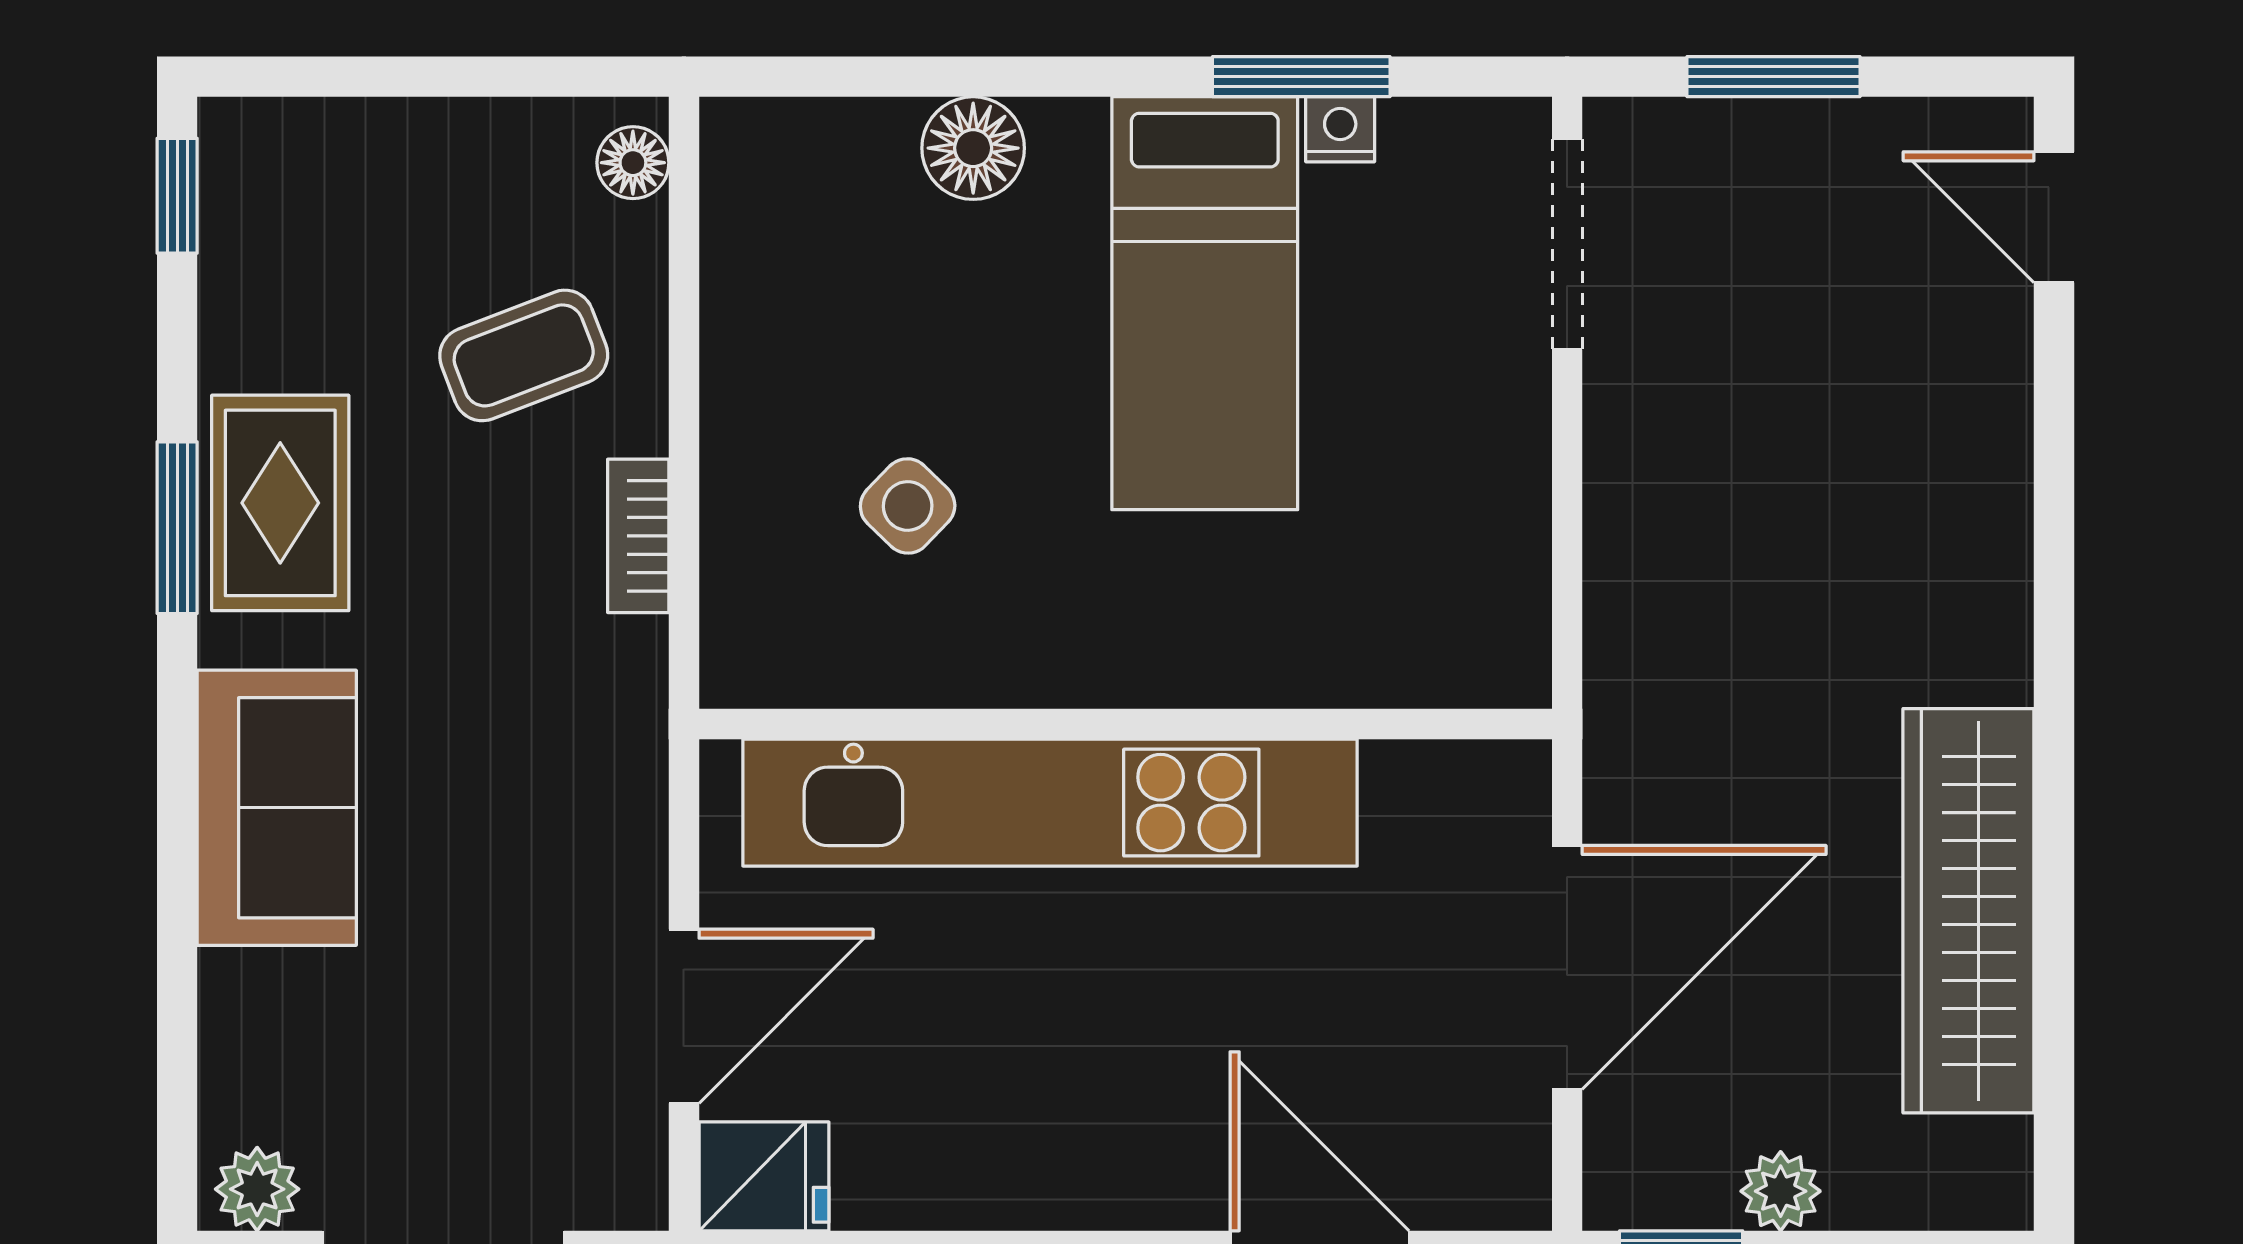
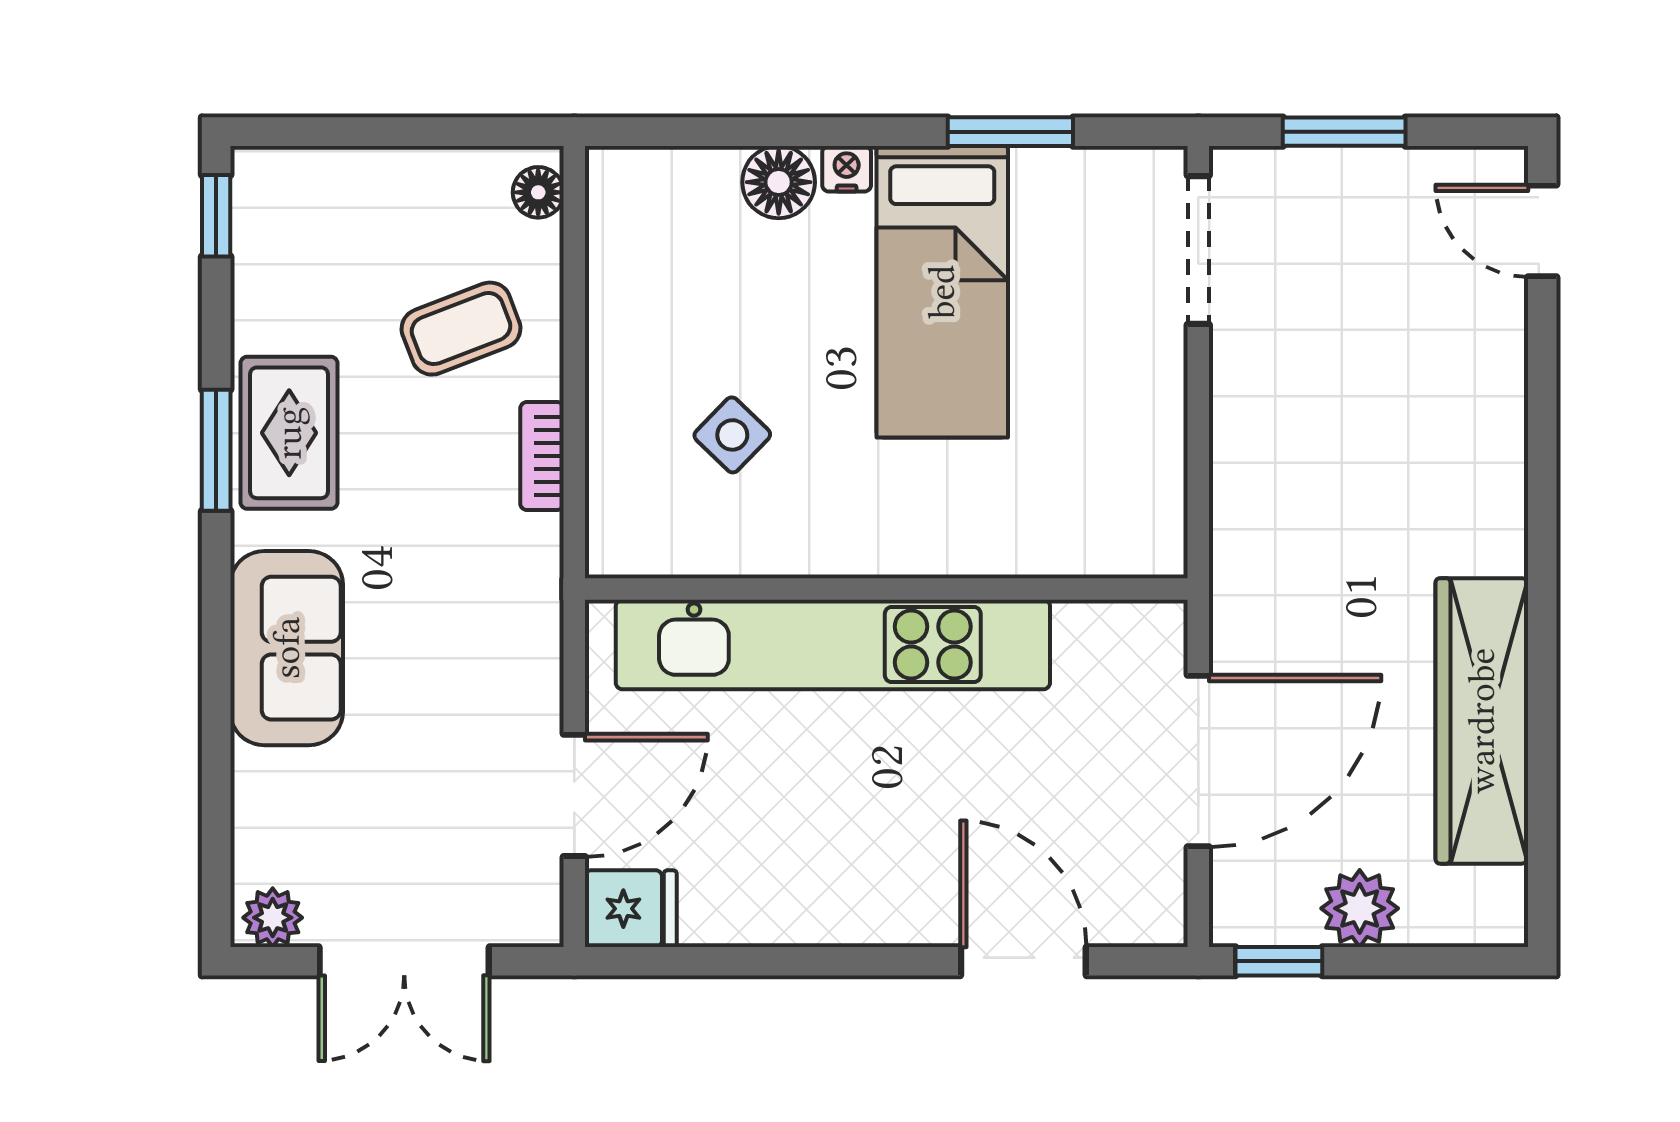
nightstand: (1340, 129) -> (847, 169), moved
plant: (1781, 1191) -> (1360, 908), width x1.38, depth x1.38

